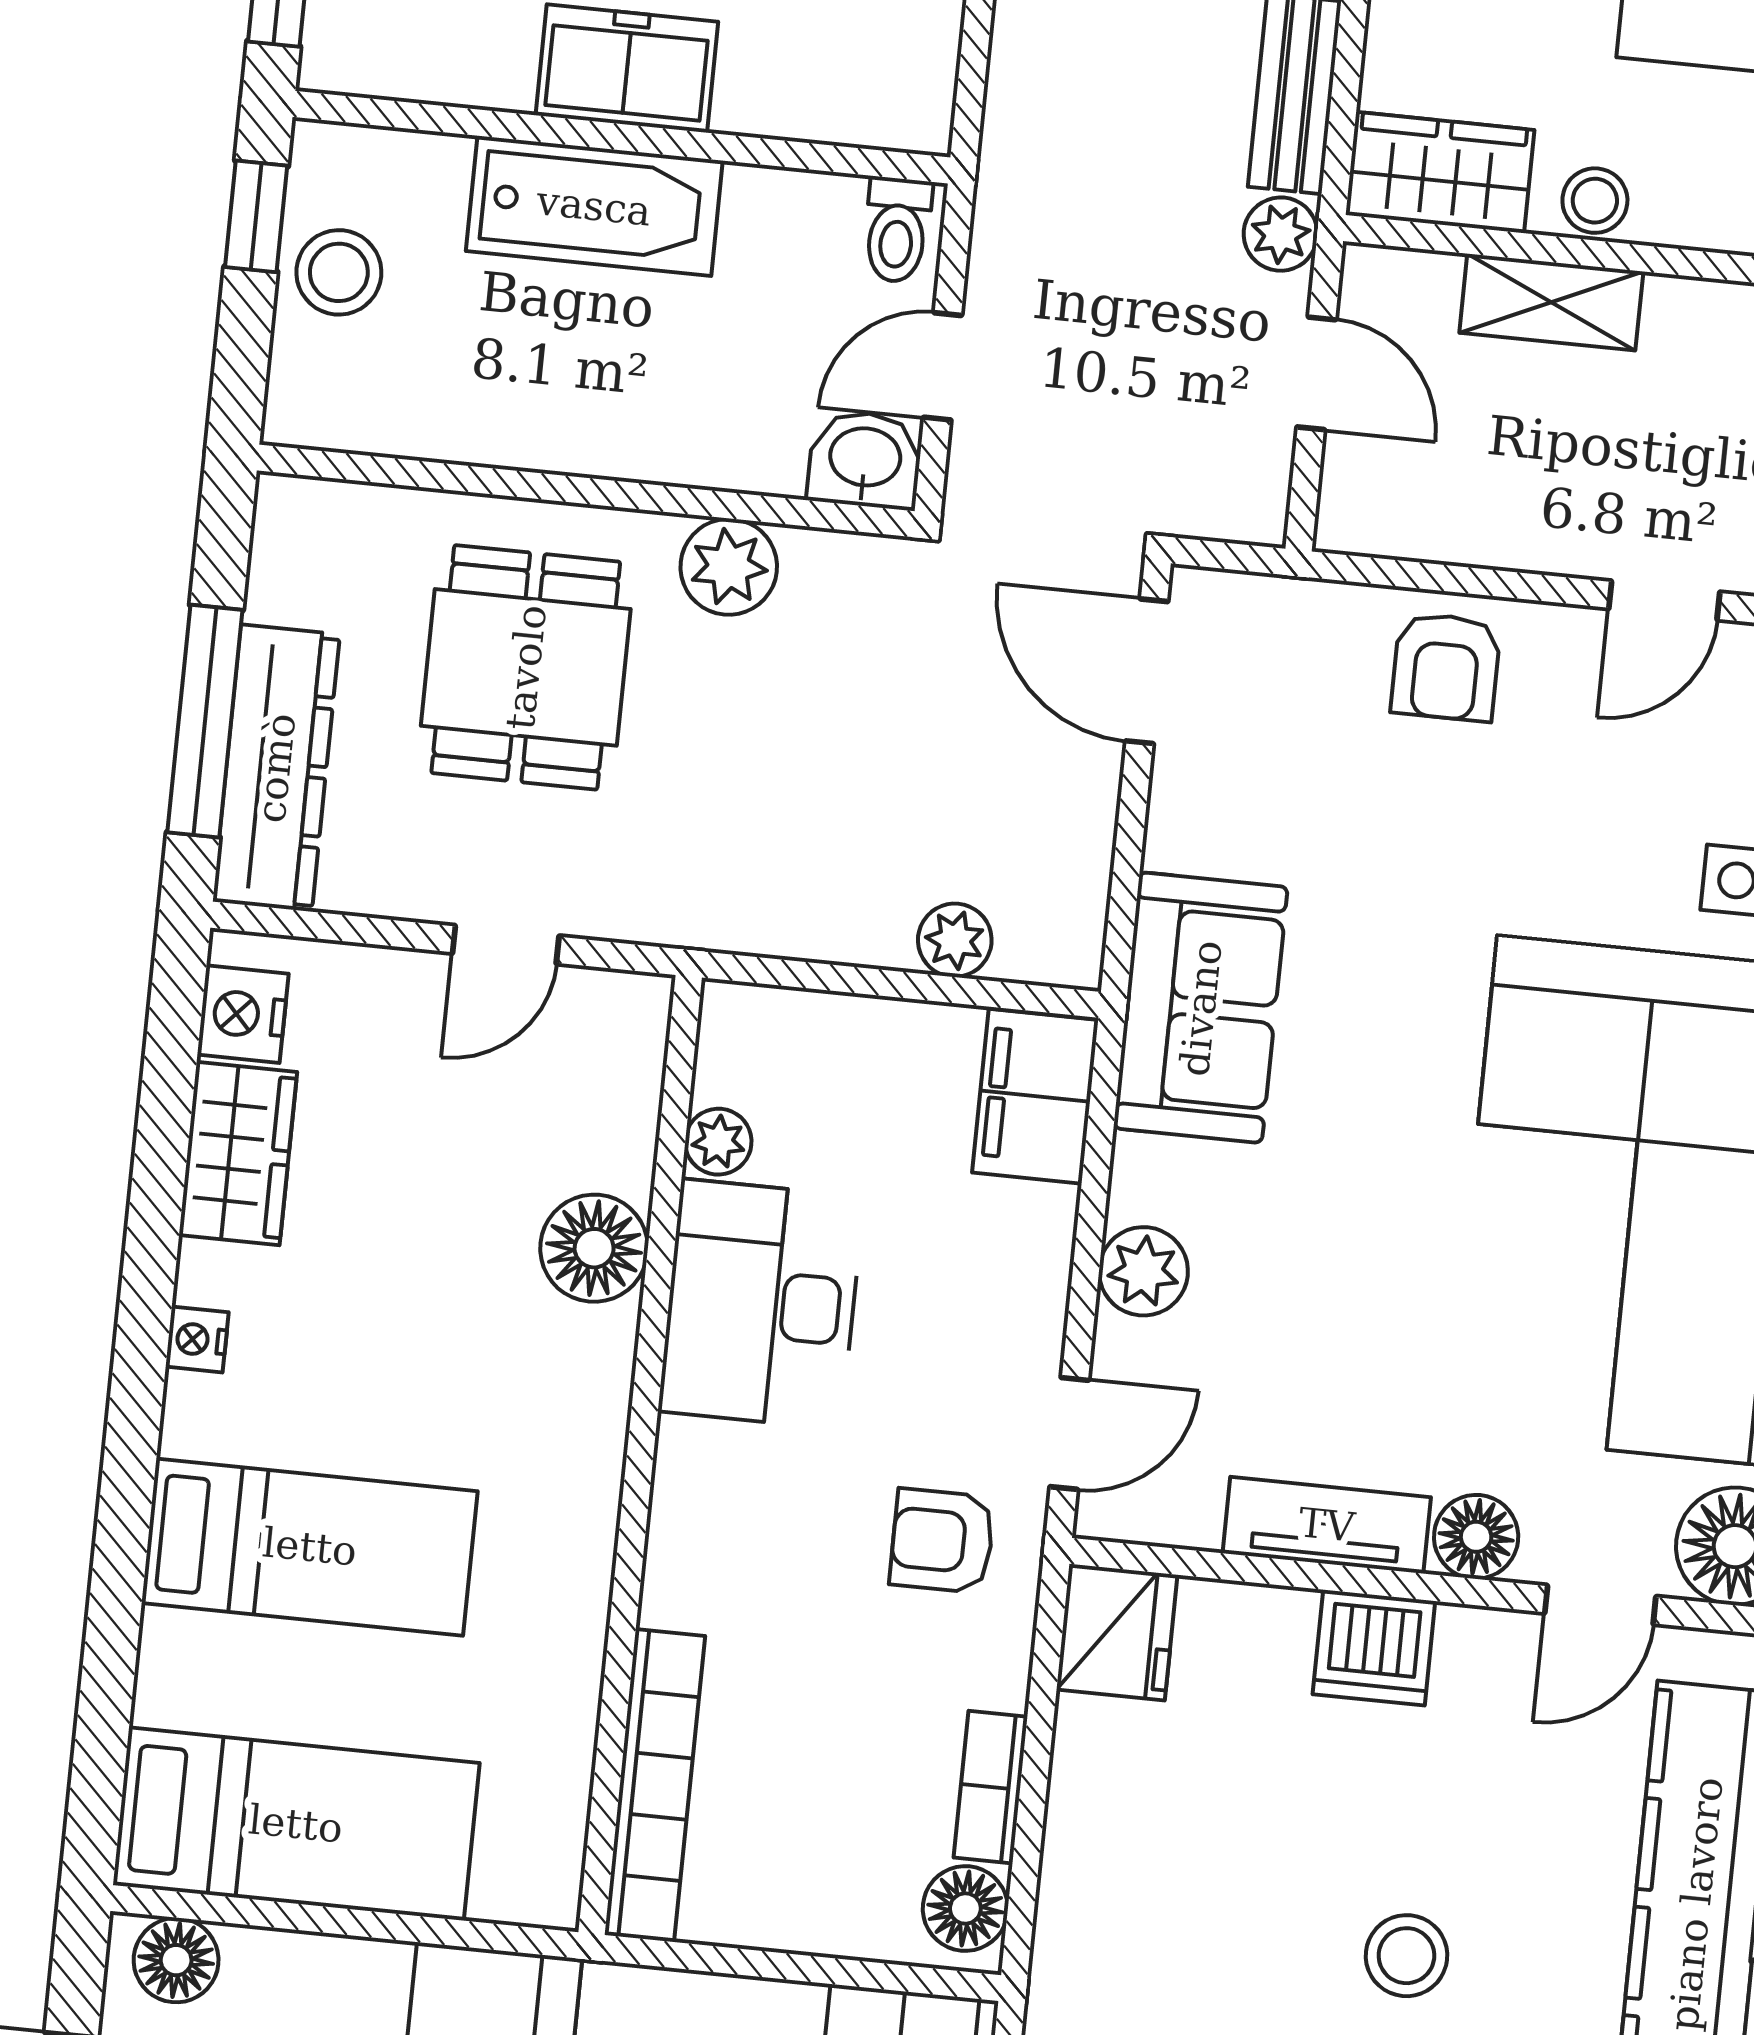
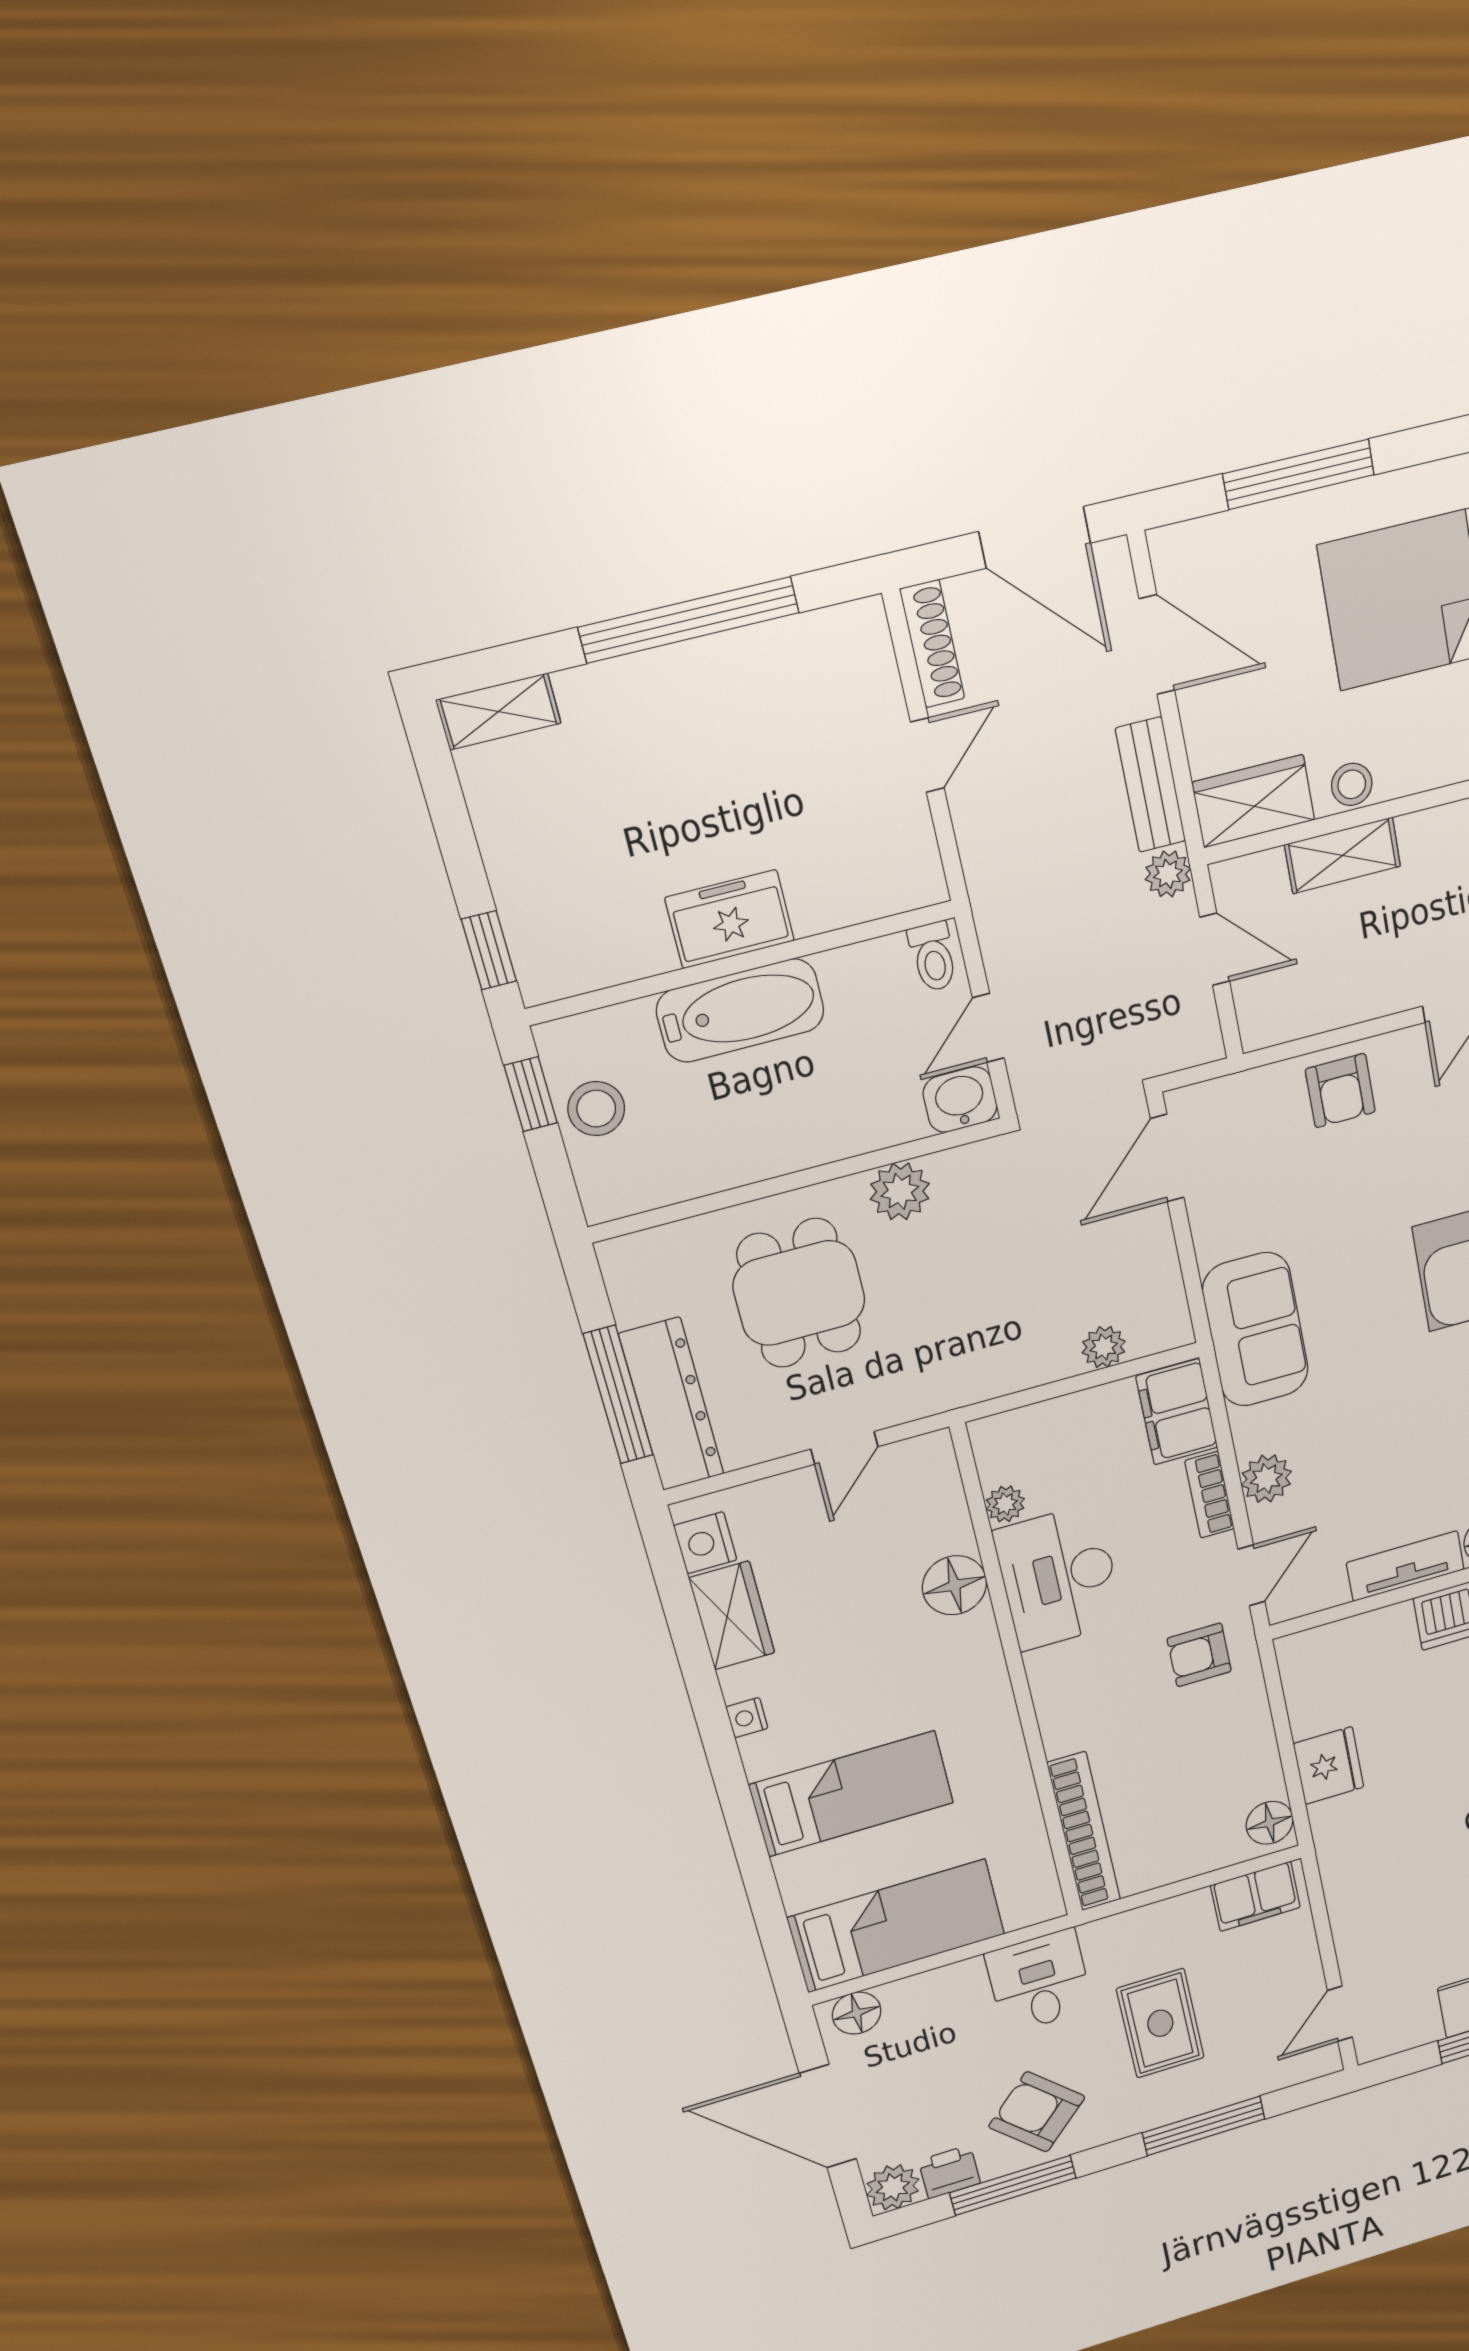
door: (1147, 671) -> (1167, 1158), hinge flipped
fridge: (1117, 1632) -> (1329, 1766), moved
bookcase: (991, 1787) -> (1209, 1495), moved

